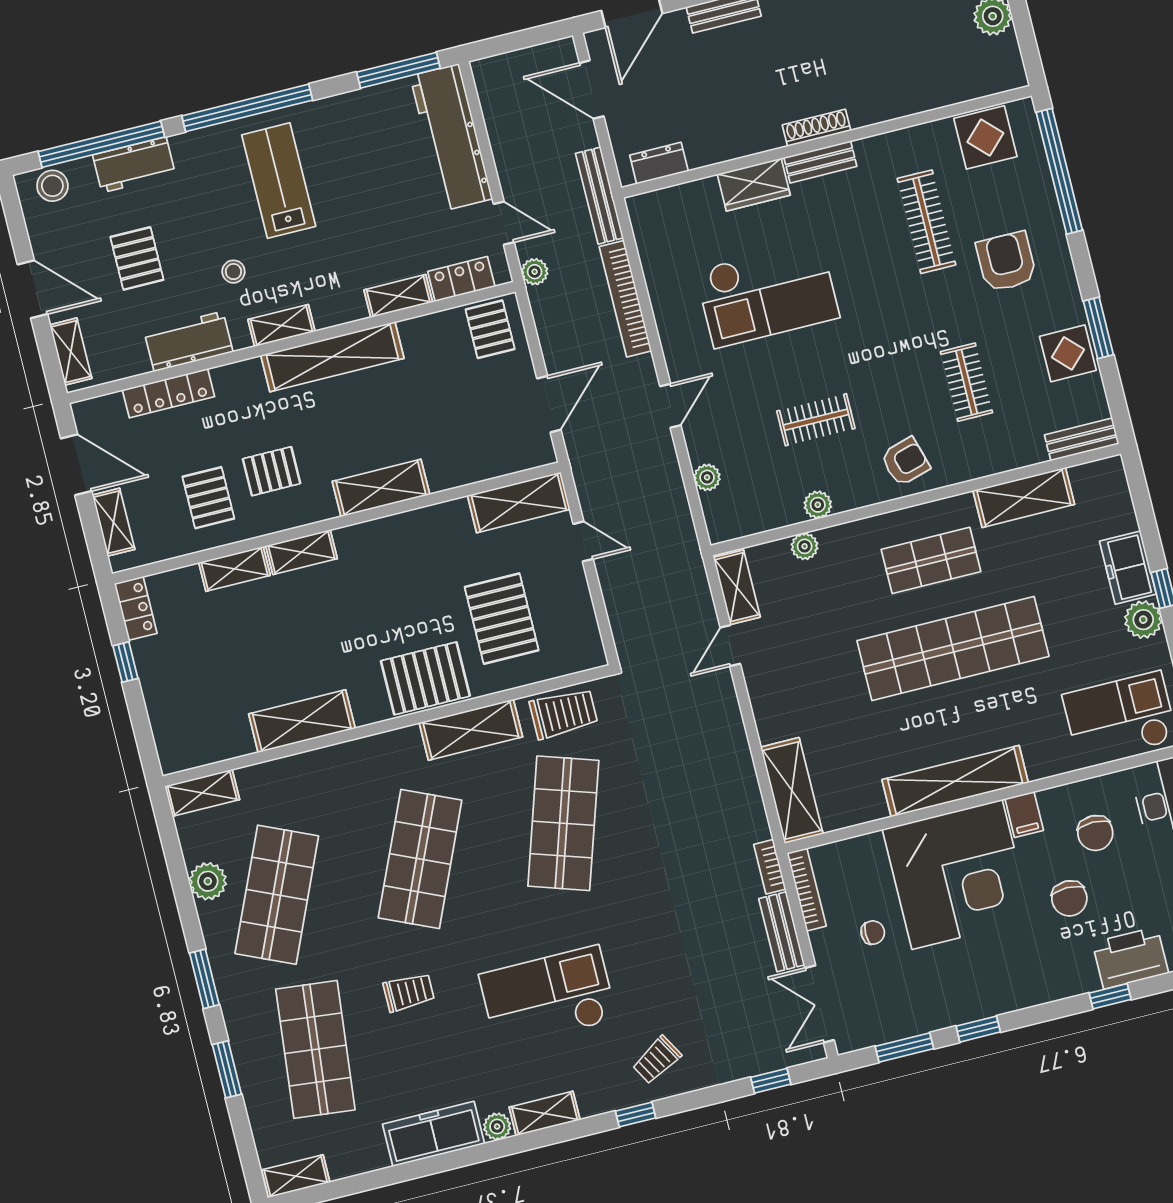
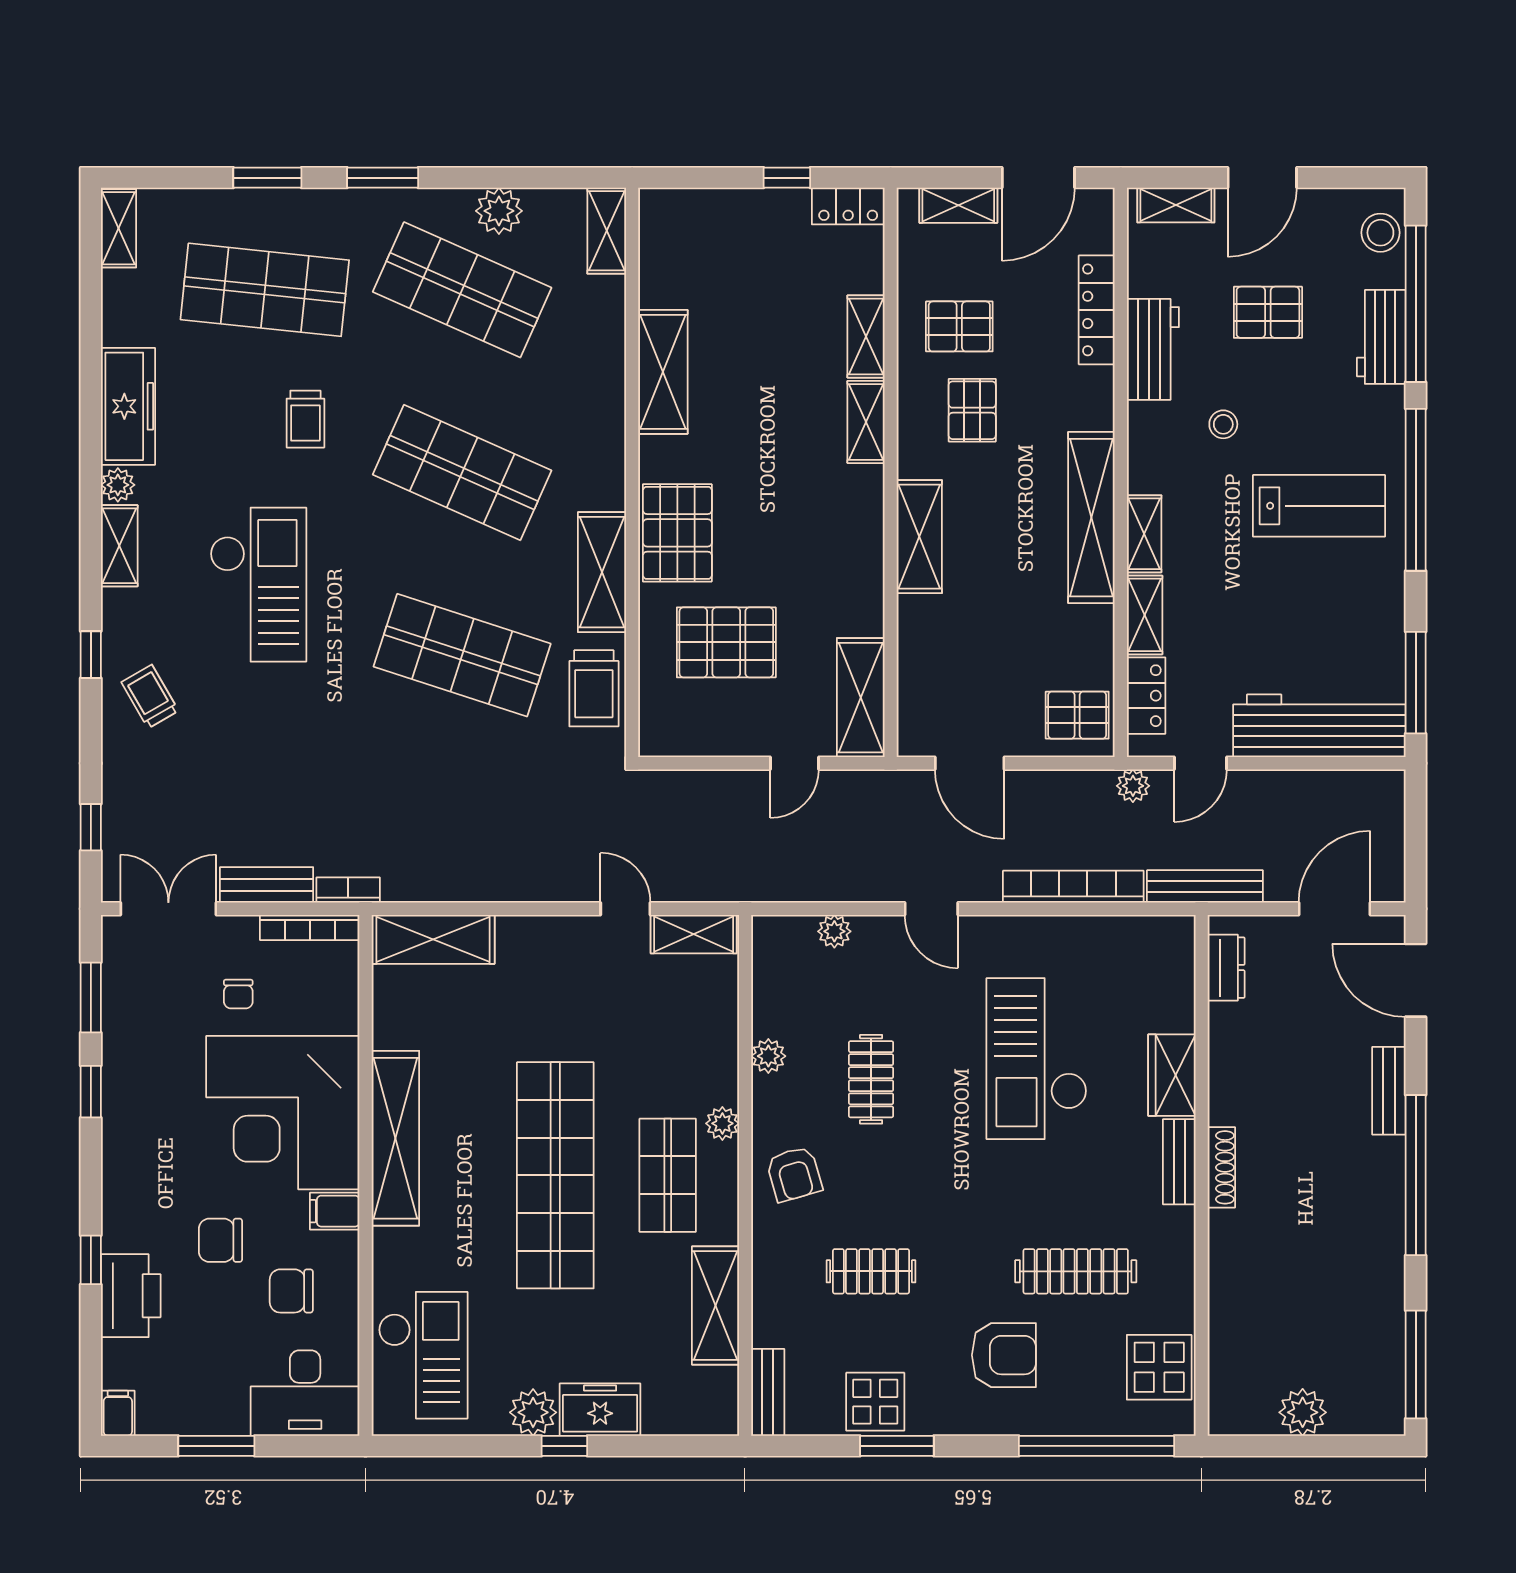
shelving: (281, 325) -> (1144, 534), moved
plant: (805, 546) -> (722, 1123), moved

